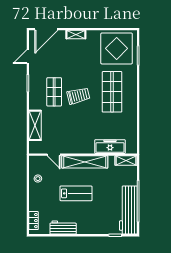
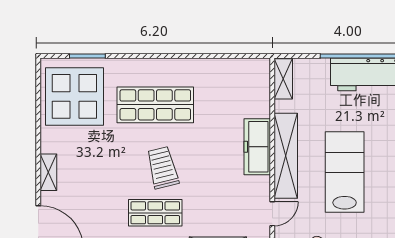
freezer: (110, 147) -> (257, 147), moved
lab bench: (76, 193) -> (345, 172), width x1.36, depth x1.39

